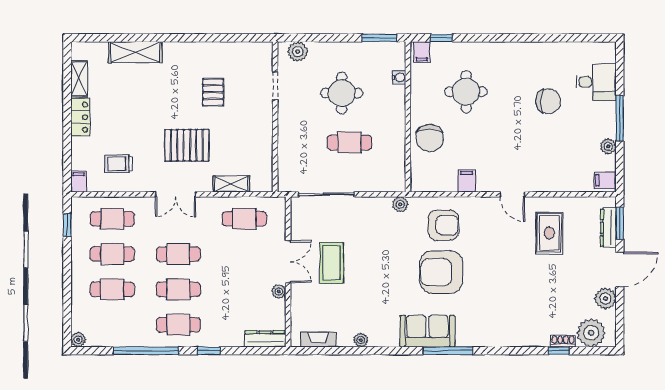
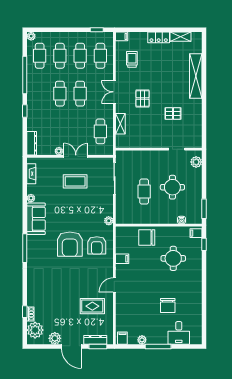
shelving: (135, 52) -> (196, 76), width x1.47
pallet: (187, 145) -> (143, 98), width x0.67, depth x0.71
double door: (288, 262) -> (76, 156), swing flipped
armchair: (441, 272) -> (70, 244), turned 180
cafe table: (178, 325) -> (40, 56), moved
sofa: (427, 331) -> (36, 219), moved

